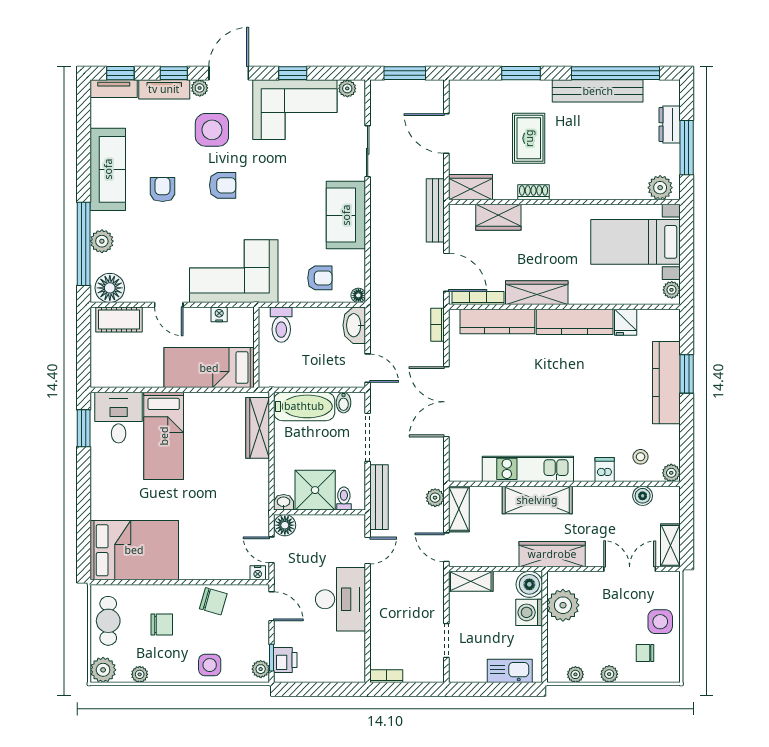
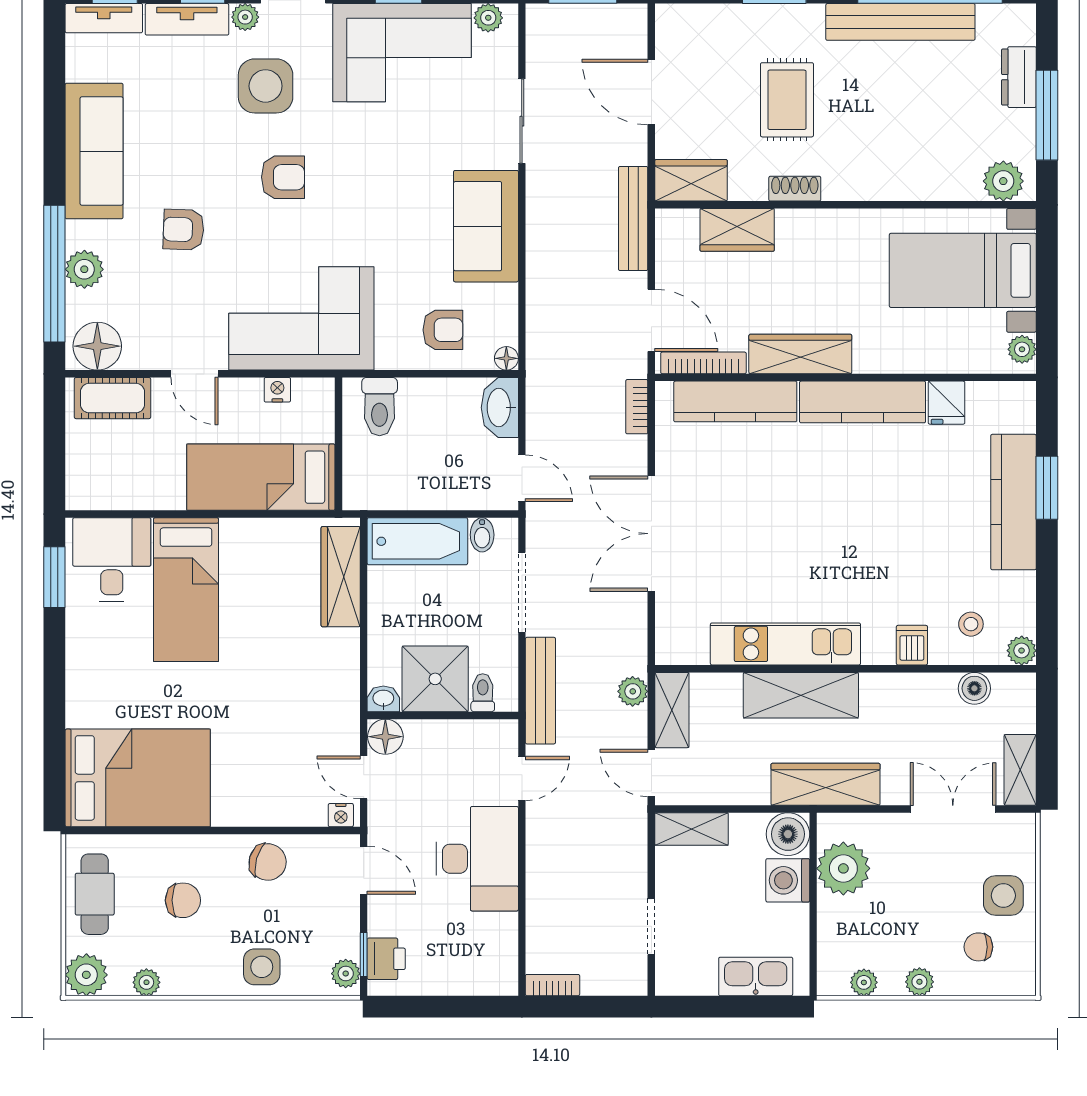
armchair: (162, 189) -> (184, 230), moved, turned -88

